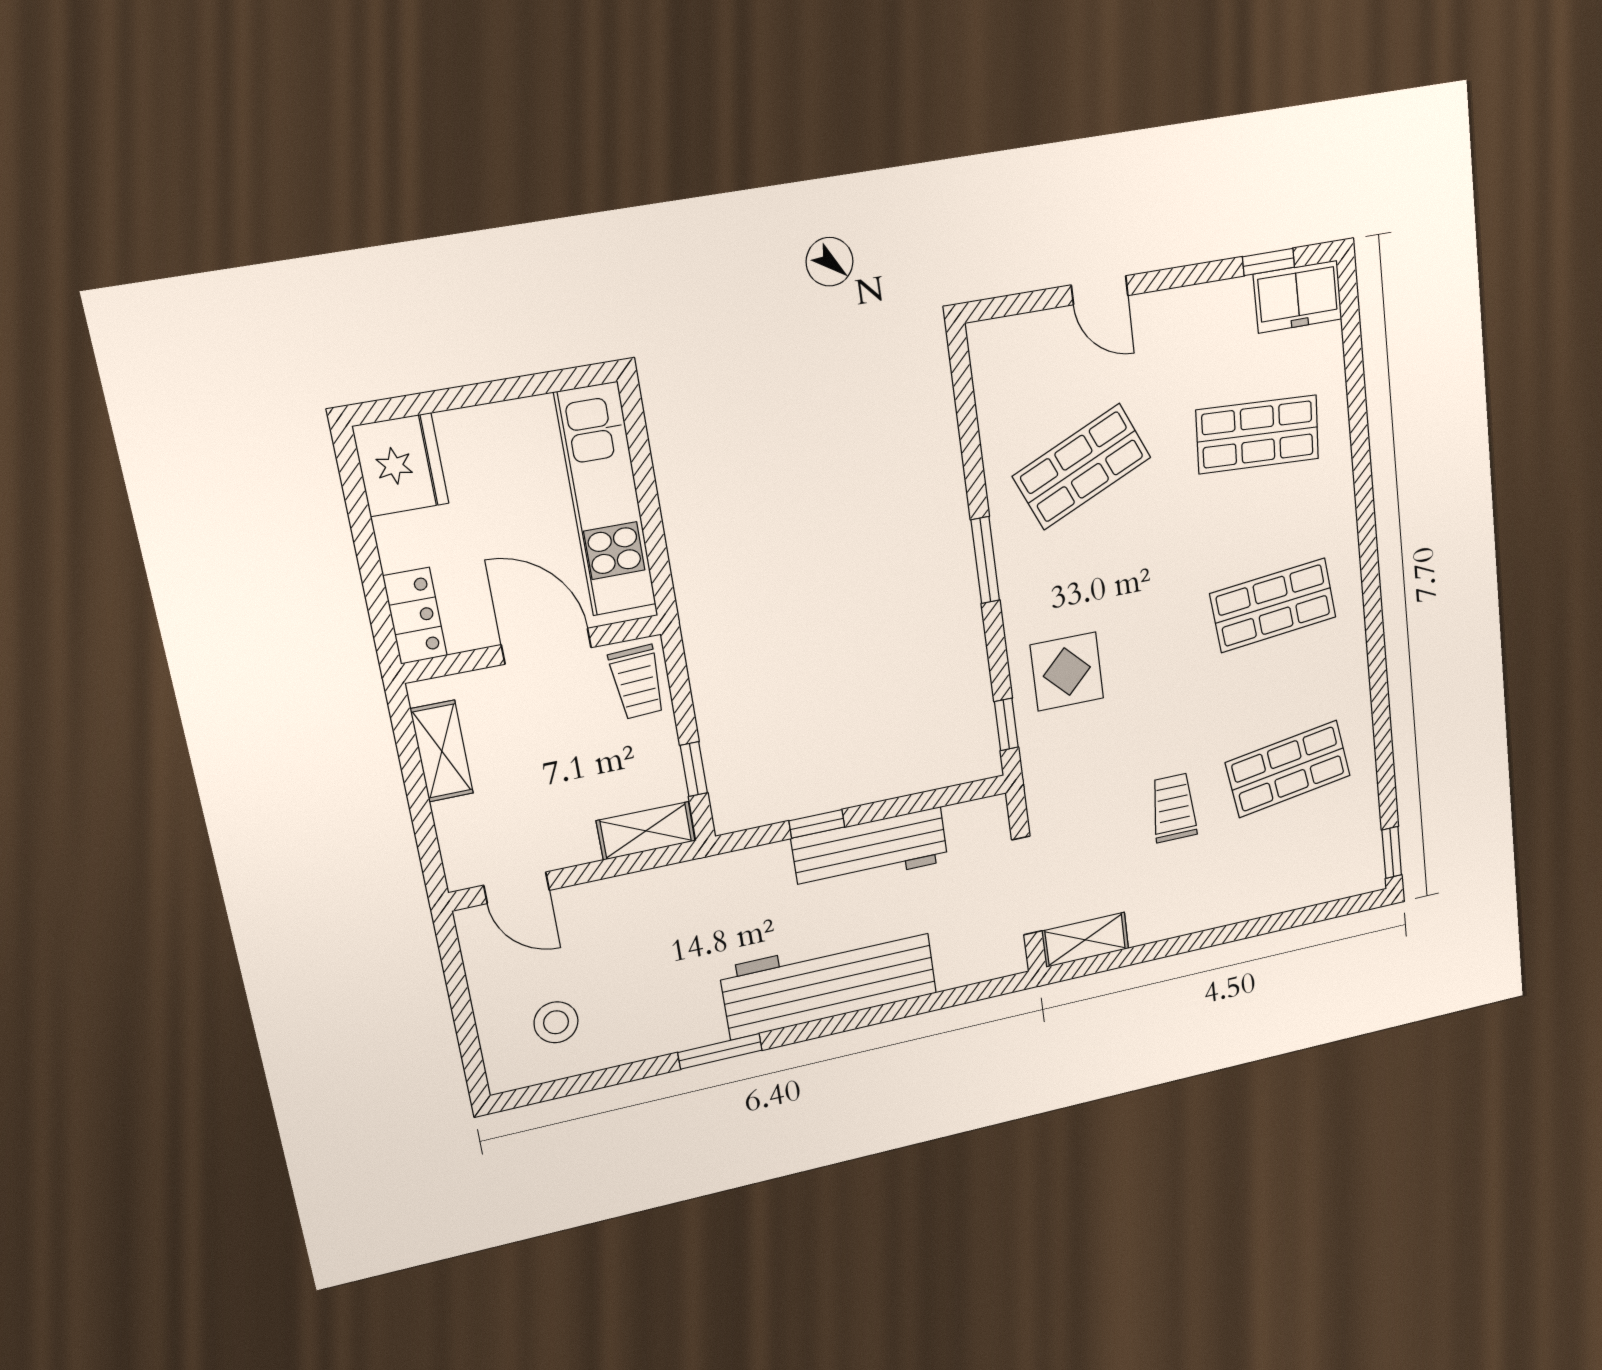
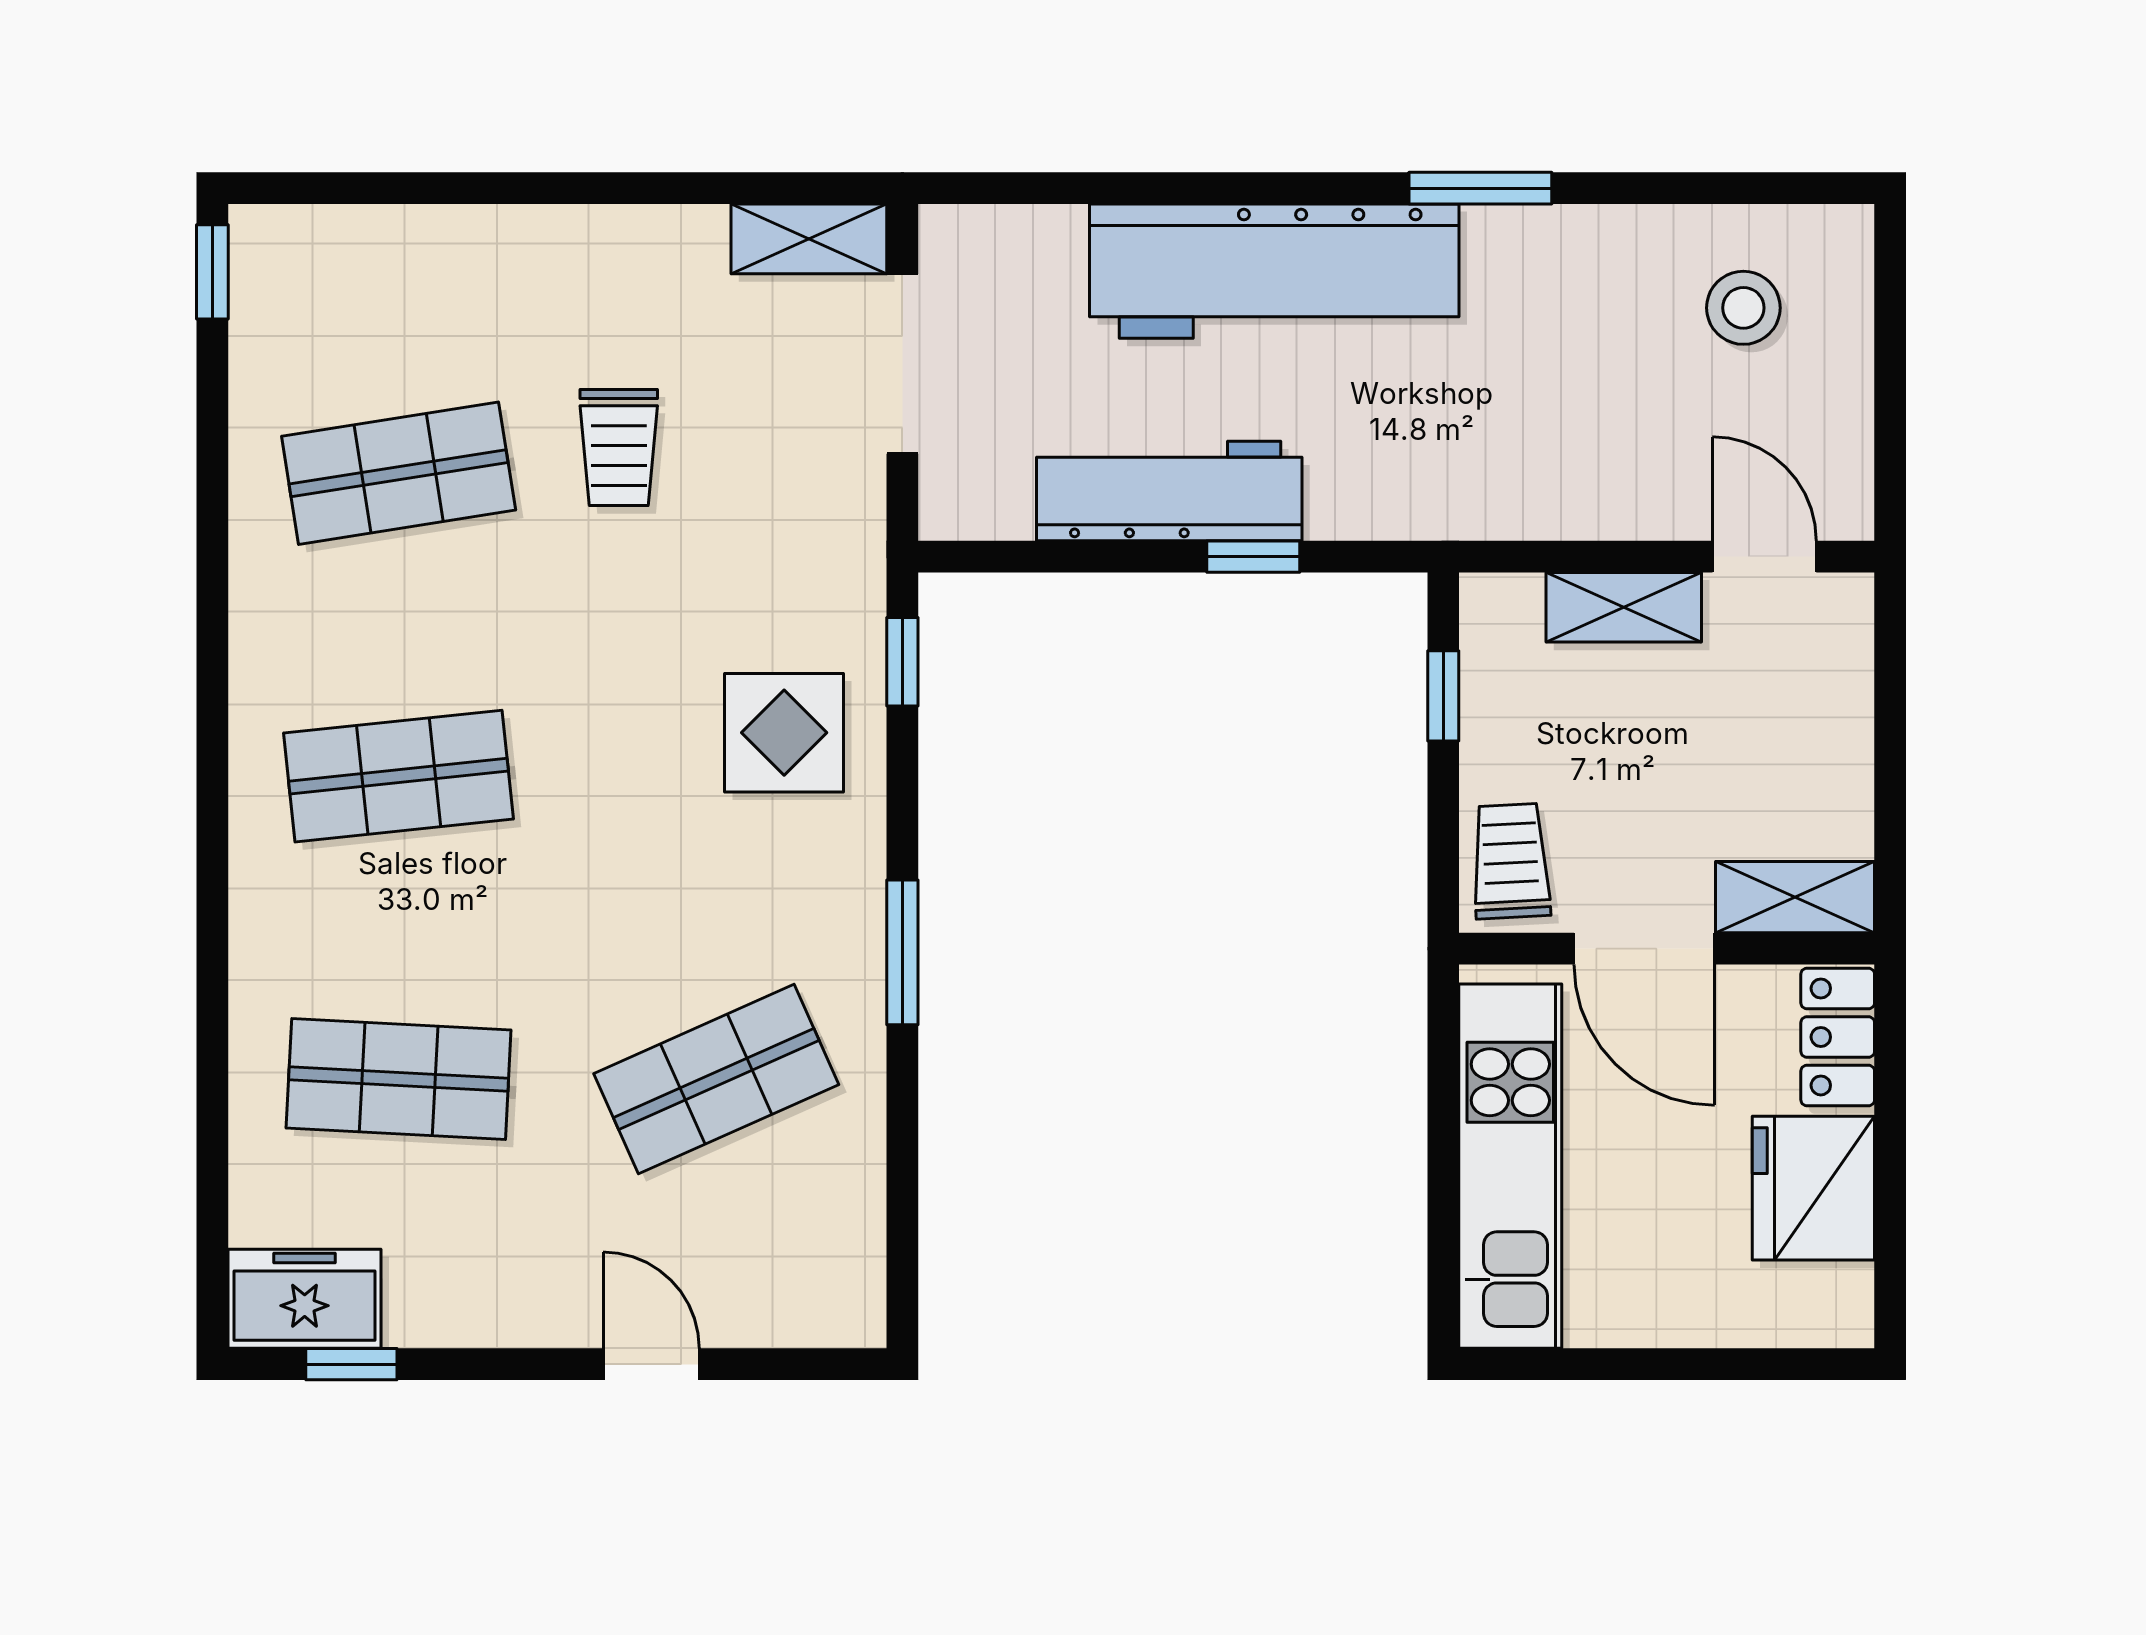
fridge: (401, 465) -> (1813, 1188), moved
shelving: (442, 751) -> (1795, 897), moved, turned 90
shelving: (646, 831) -> (1624, 607), moved

